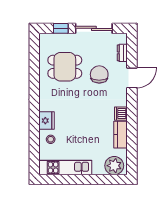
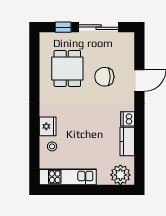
dresser: (122, 53) -> (129, 54), removed
dining table: (65, 67) -> (67, 68), turned 90
chair: (99, 74) -> (104, 77), turned -90

